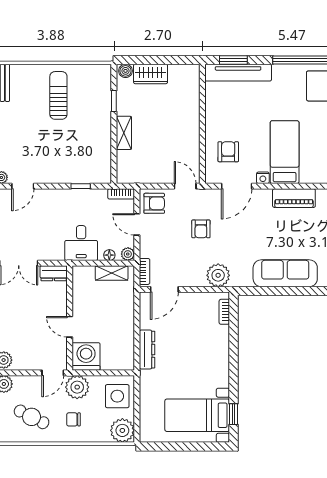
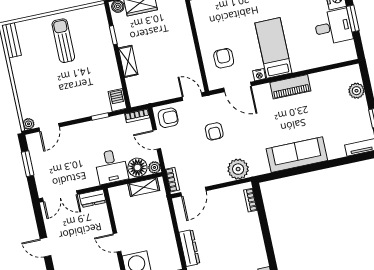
barbecue: (103, 172) -> (117, 100), added
door: (237, 186) -> (238, 87), hinge flipped
floor lamp: (109, 255) -> (137, 167), width x1.89, depth x1.89

